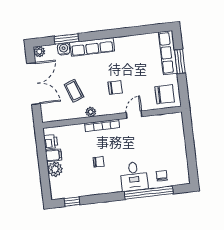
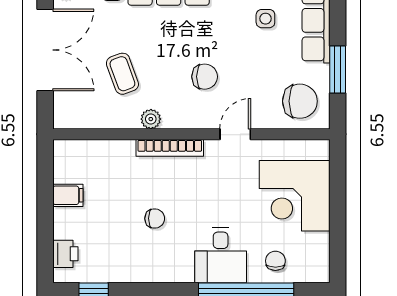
side table: (142, 55) -> (265, 19), added
window: (180, 61) -> (338, 69), moved
printer: (51, 142) -> (65, 254), moved
corner desk: (167, 142) -> (295, 196), added
plant: (55, 169) -> (68, 223), removed

